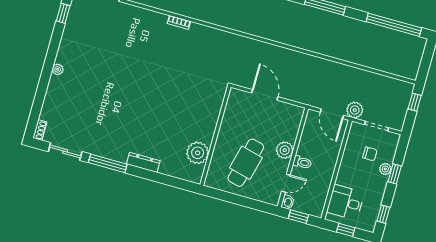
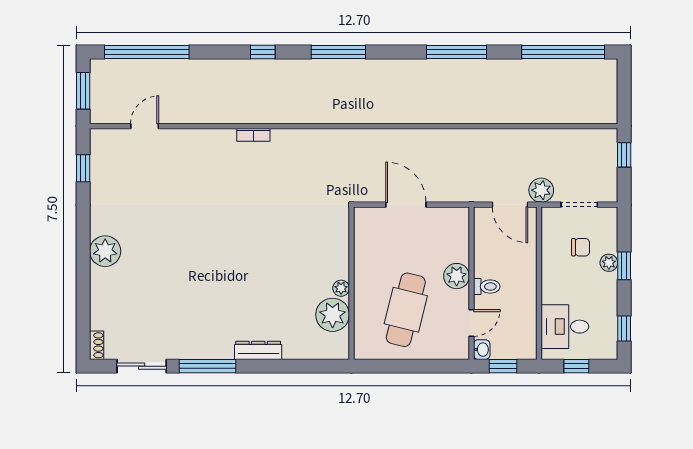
plant: (58, 69) -> (105, 251), width x1.87, depth x1.87
plant: (208, 137) -> (341, 288), added

